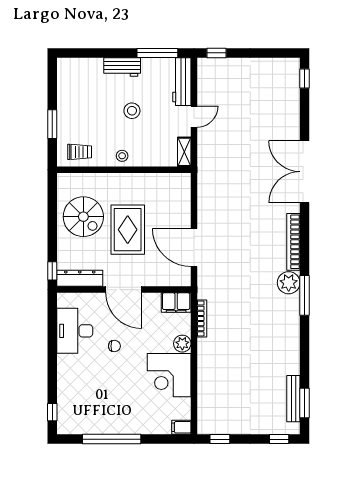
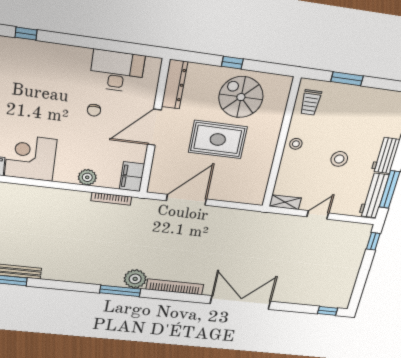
workbench: (182, 82) -> (374, 195), moved, turned -90
door: (194, 117) -> (318, 215), swing flipped
spiral stairs: (83, 217) -> (241, 97), turned 90
window: (52, 271) -> (232, 63), moved
corner desk: (169, 375) -> (31, 158), moved

